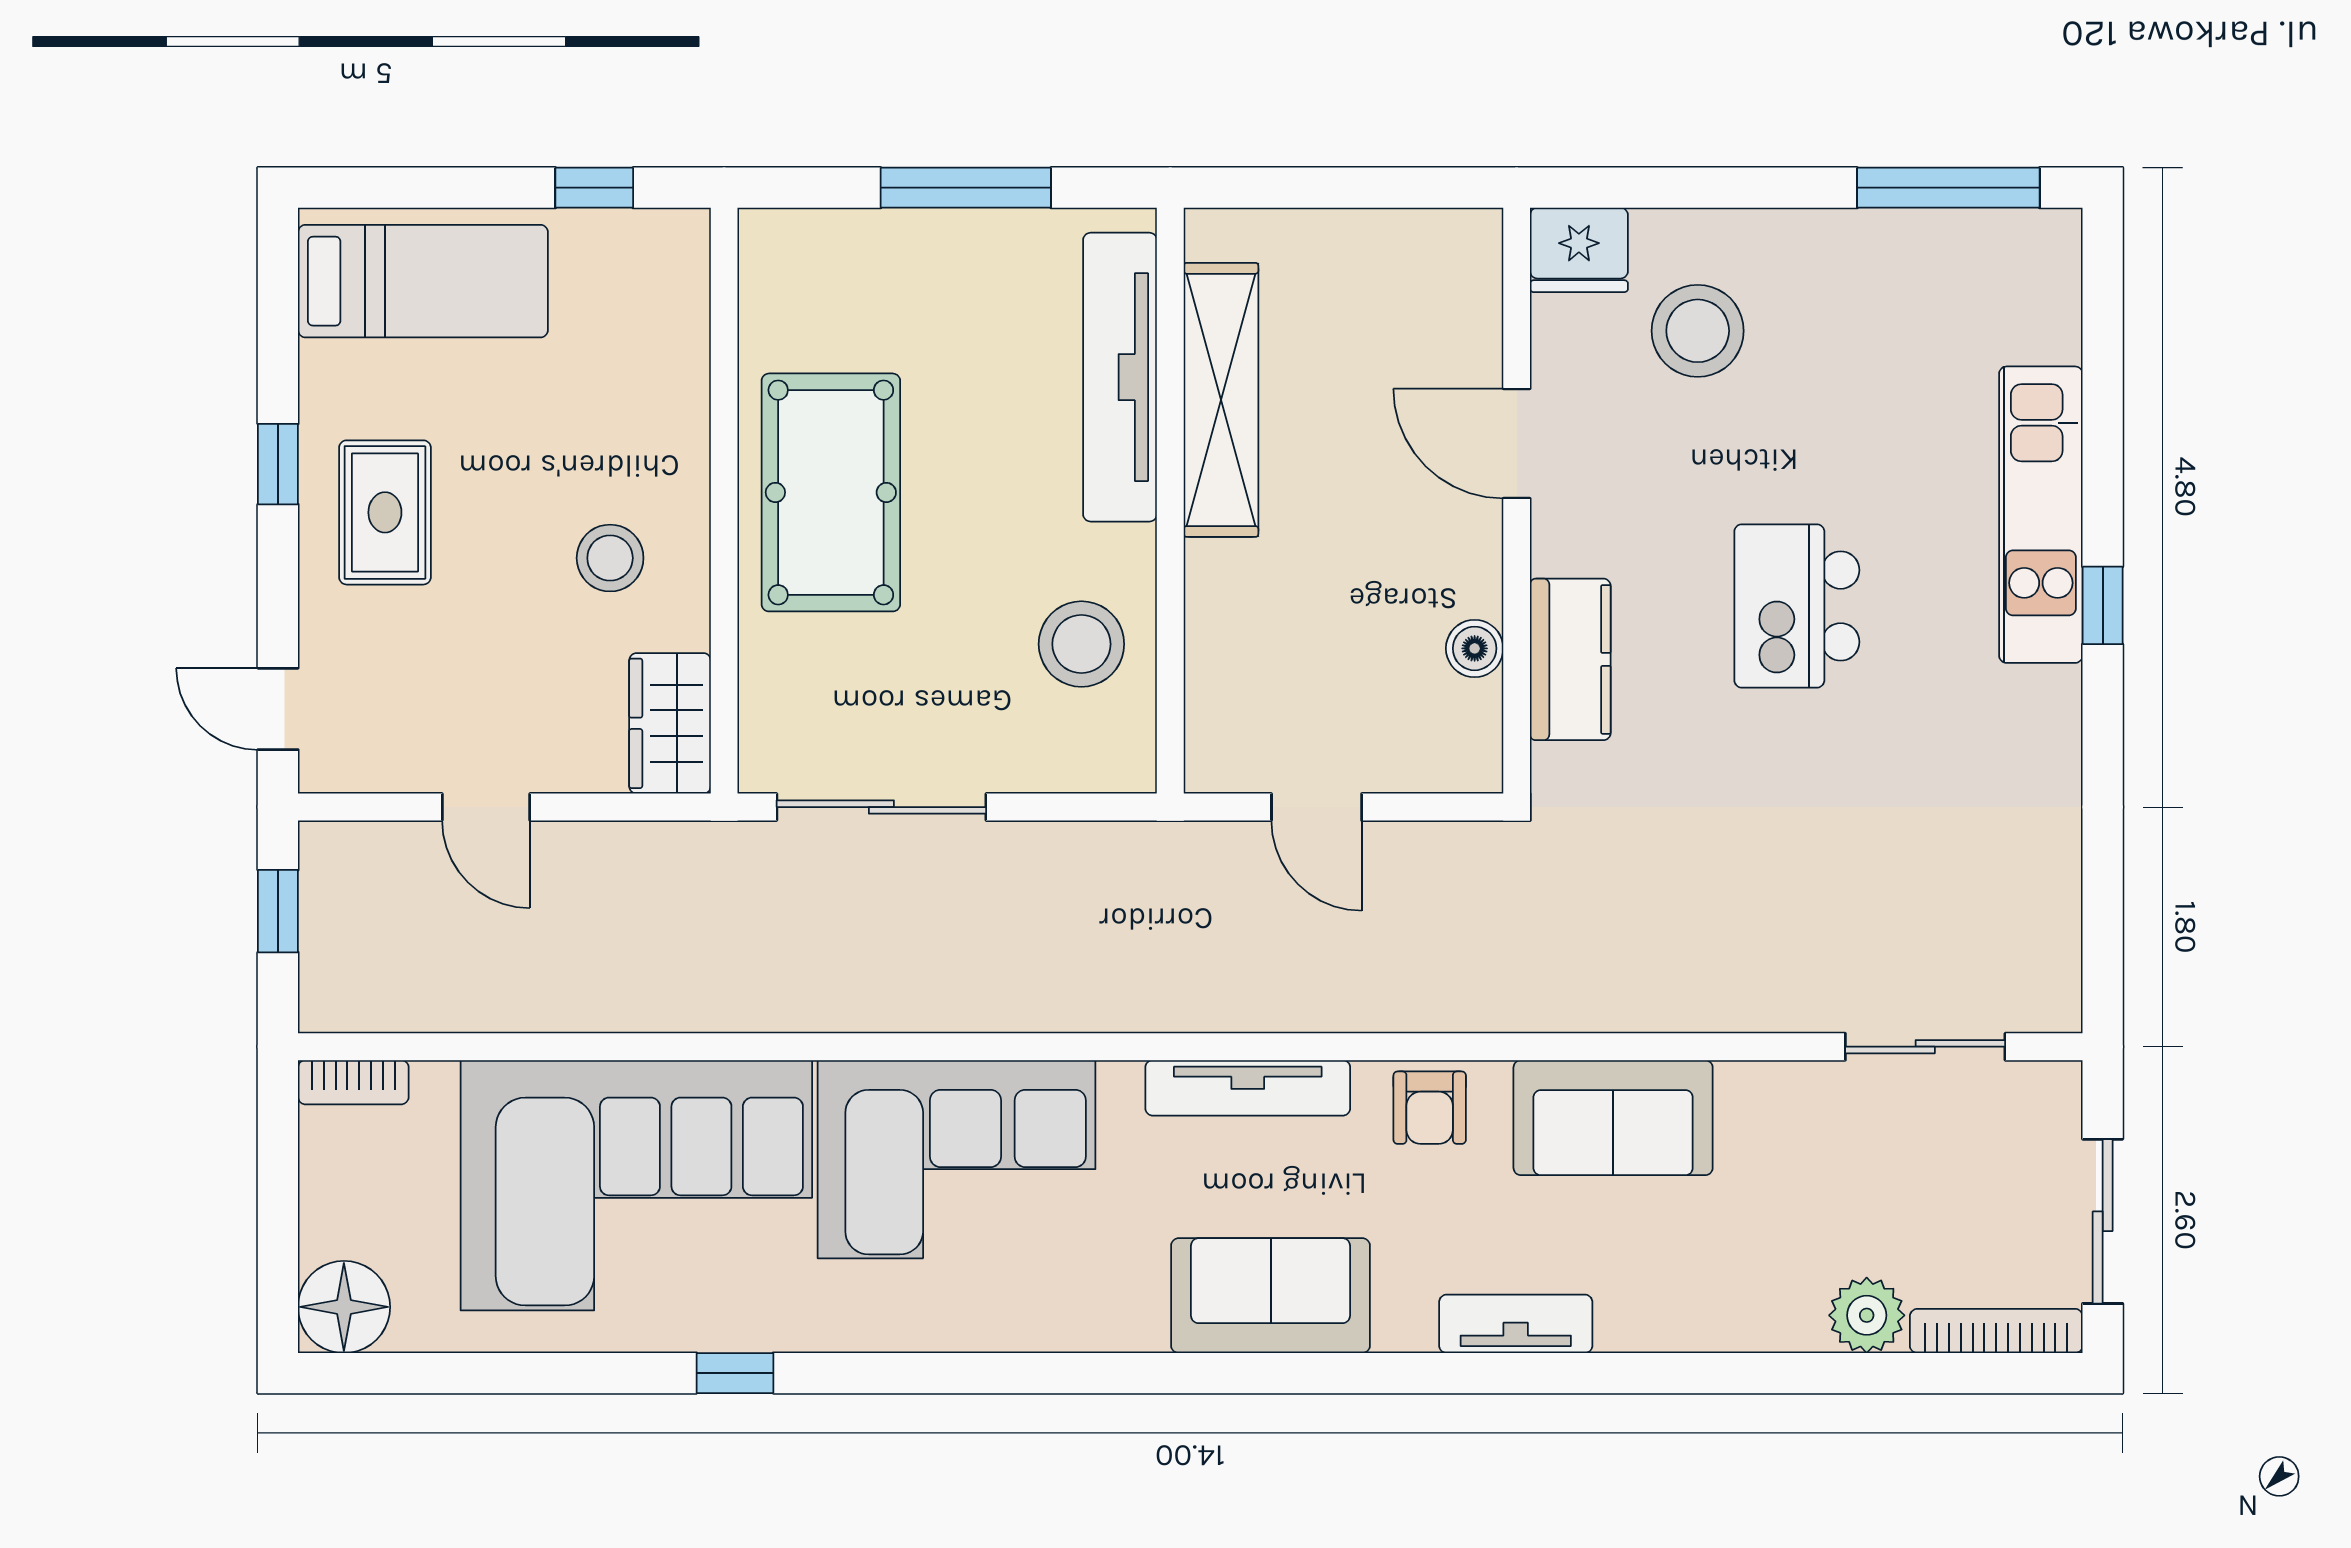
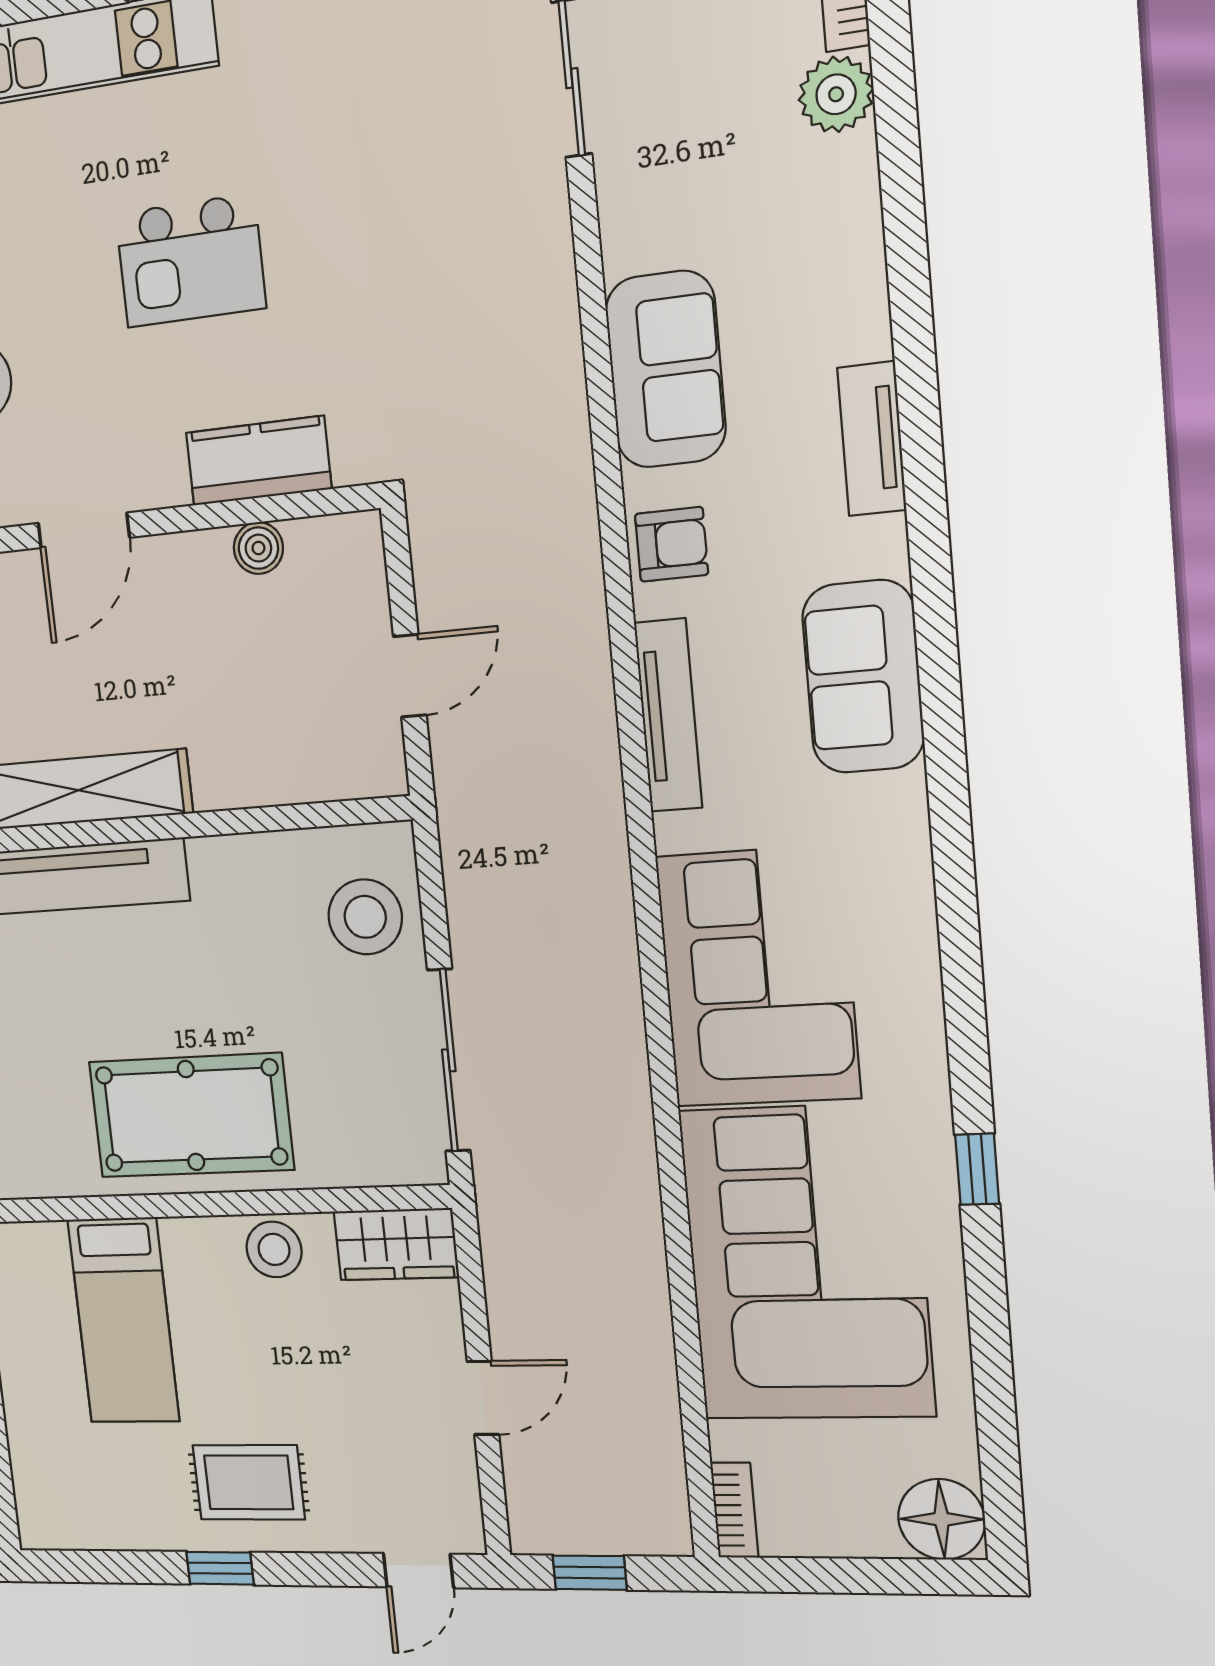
bed: (423, 281) -> (124, 1320), moved, turned 180
stool: (610, 558) -> (274, 1249), moved
stool: (1081, 644) -> (365, 917), moved

